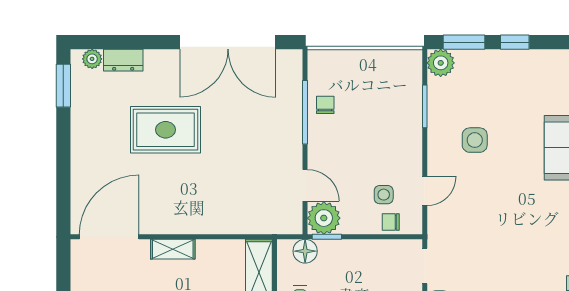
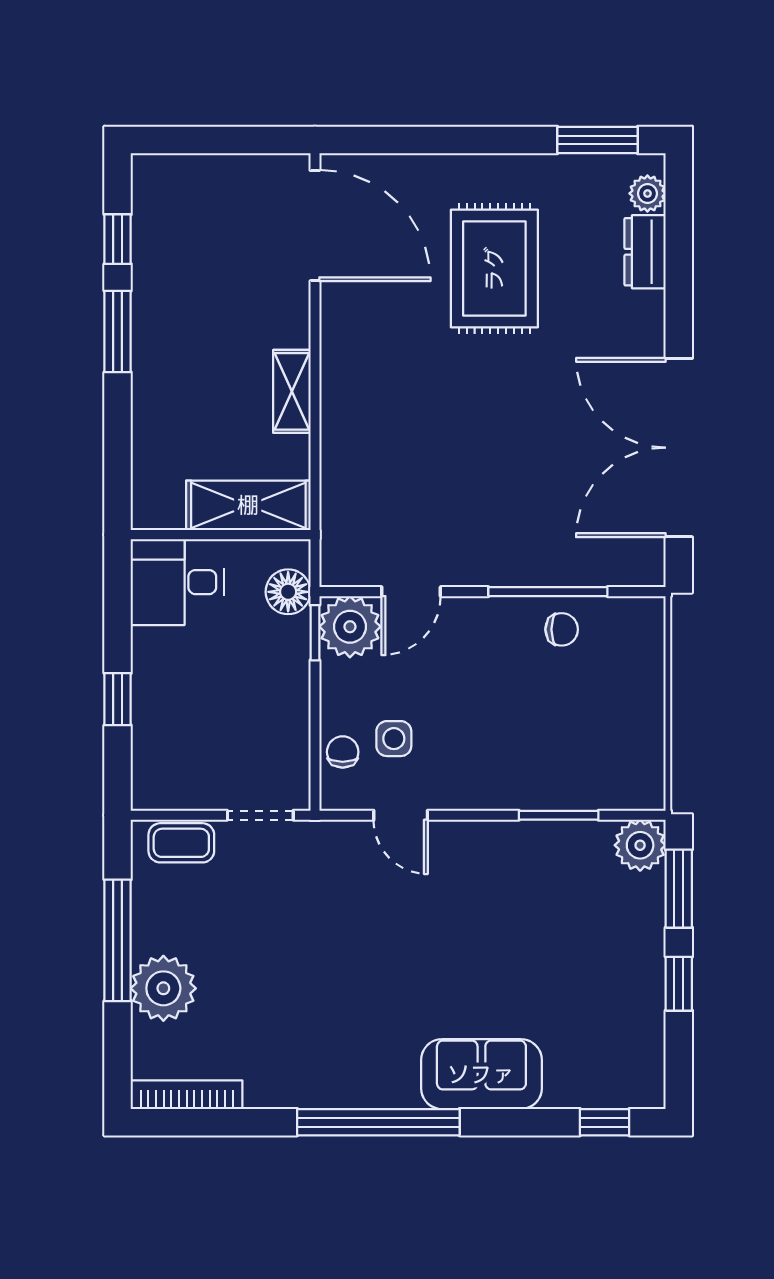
rug: (166, 130) -> (494, 269), moved
side table: (475, 140) -> (496, 909), removed
shelving: (173, 249) -> (292, 391), moved

